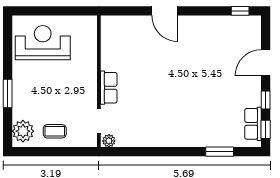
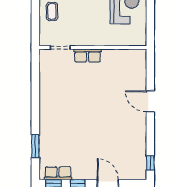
door: (165, 11) -> (150, 101), hinge flipped
plant: (109, 141) -> (44, 56), removed

